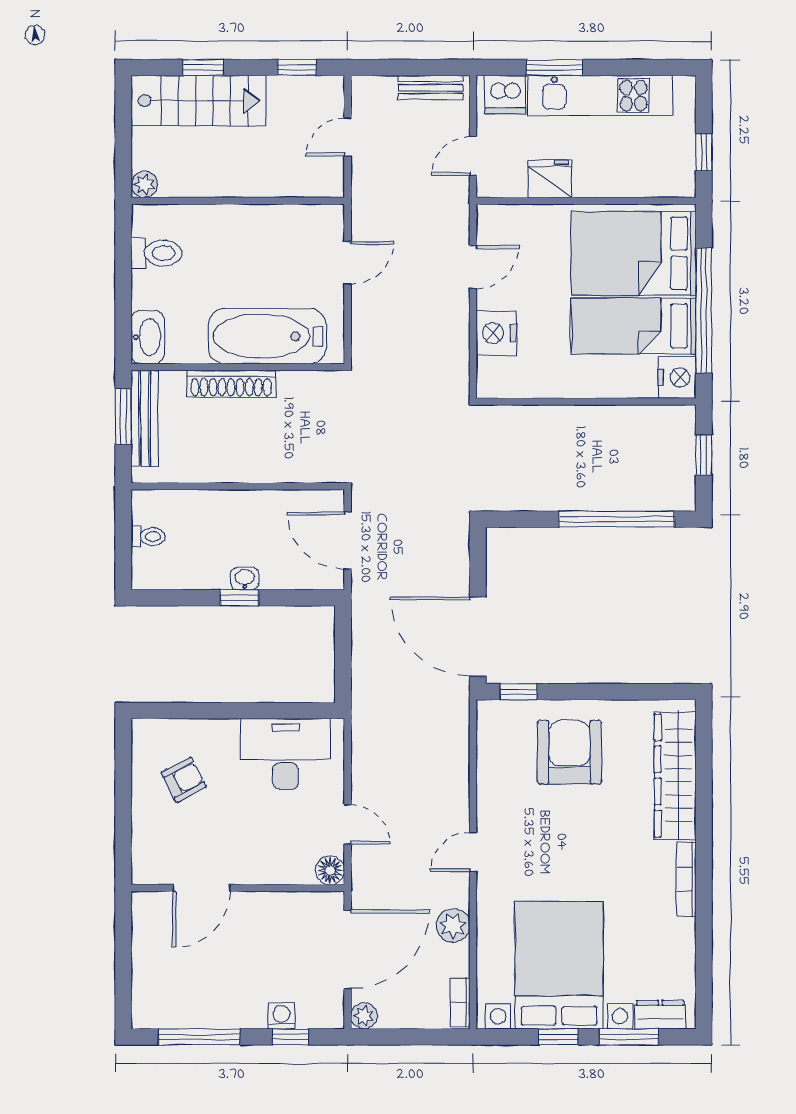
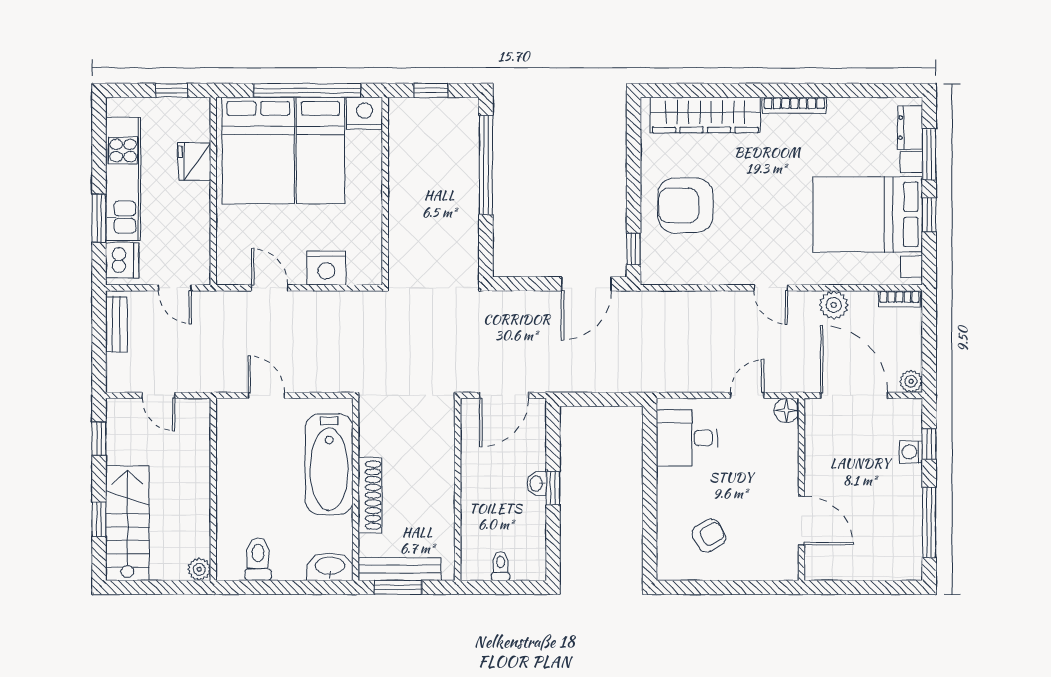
fridge: (550, 179) -> (194, 162), moved
door: (478, 637) -> (586, 284), width x0.73
desk: (286, 754) -> (687, 438), width x0.73
armchair: (184, 780) -> (709, 536), turned 89

